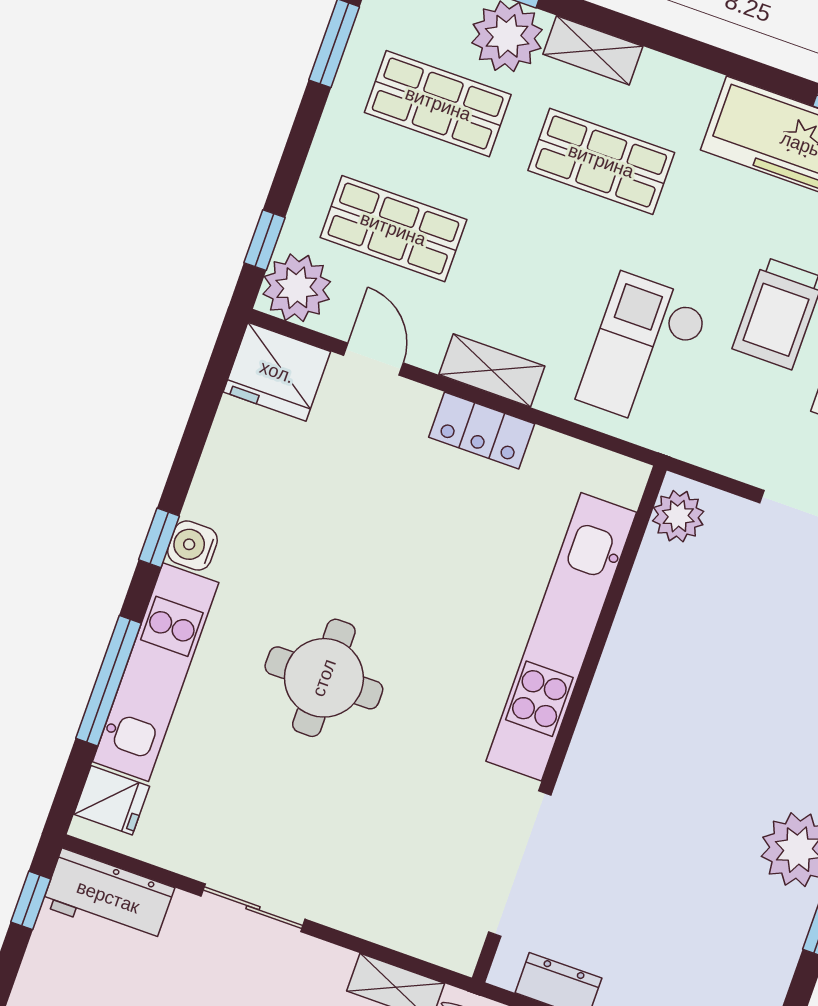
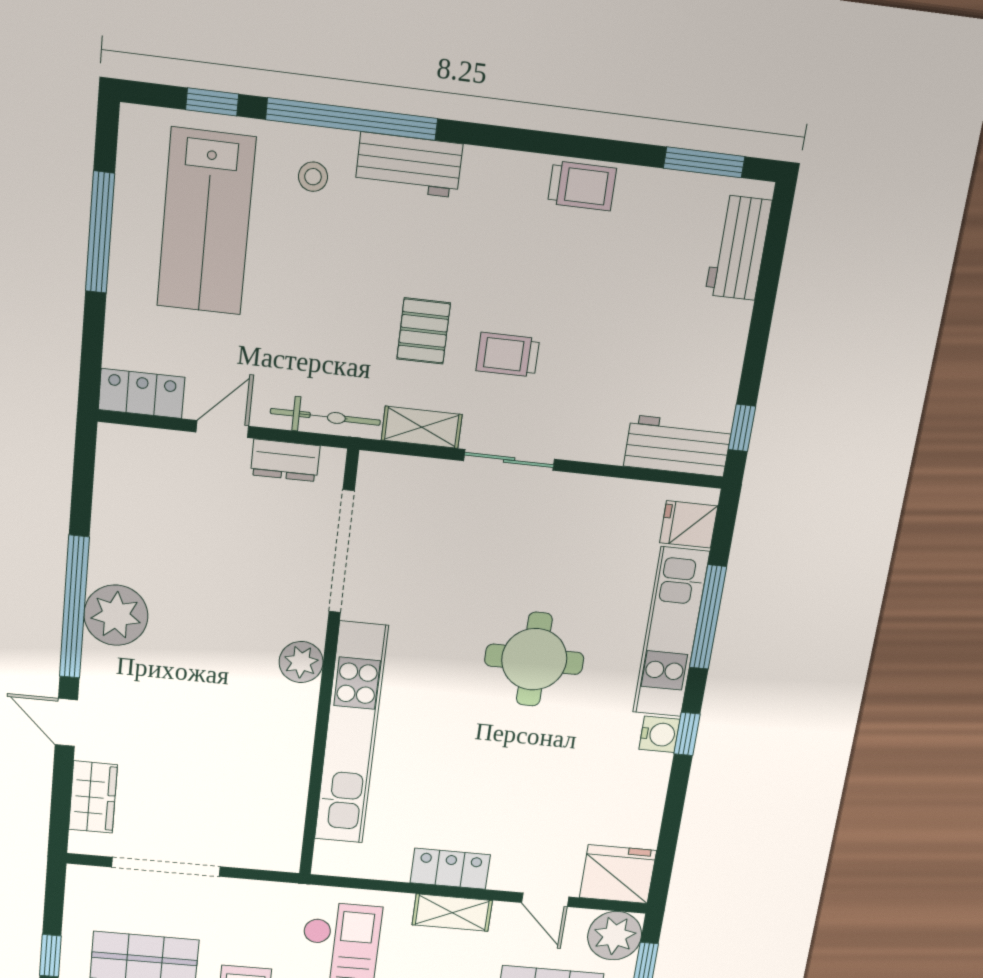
plant: (678, 516) -> (301, 662), moved
sliding door: (253, 908) -> (509, 460), moved

